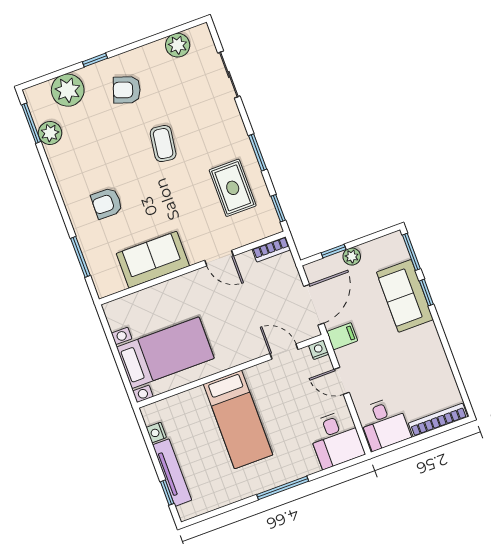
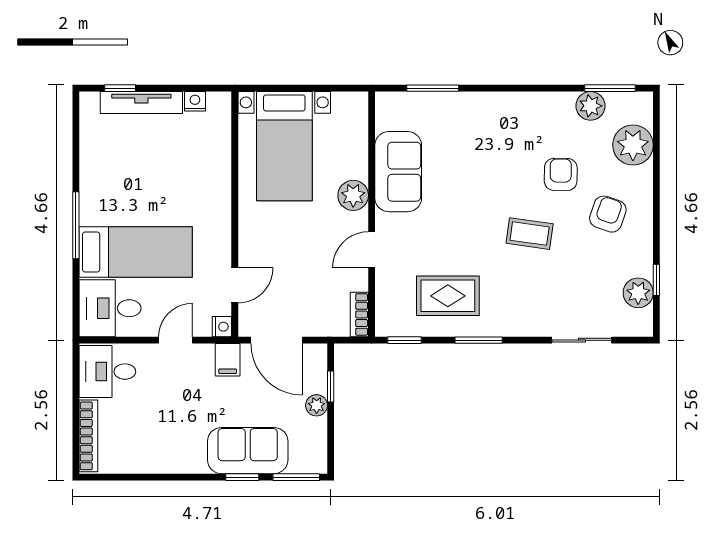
window: (95, 60) -> (656, 280), moved
armchair: (107, 203) -> (561, 174), moved
plant: (183, 287) -> (353, 195), added
bed: (238, 419) -> (136, 252), moved, turned 180

